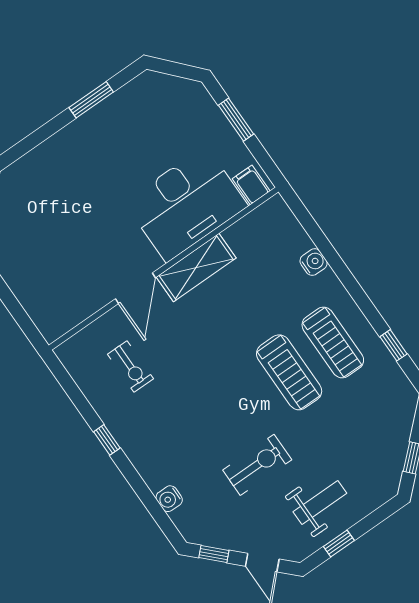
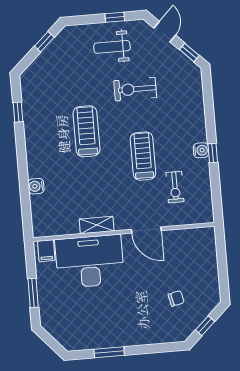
chair: (44, 221) -> (176, 298), added
shelving: (196, 268) -> (97, 225), width x0.67, depth x0.75
door: (135, 288) -> (146, 230), swing flipped
treadmill: (333, 342) -> (143, 156), moved
exercise bike: (130, 366) -> (175, 187), turned 180
water cooler: (169, 499) -> (201, 150), moved

